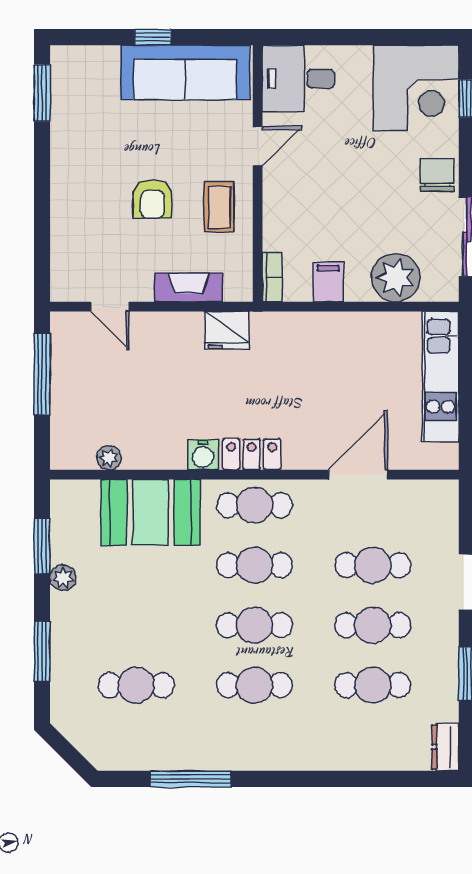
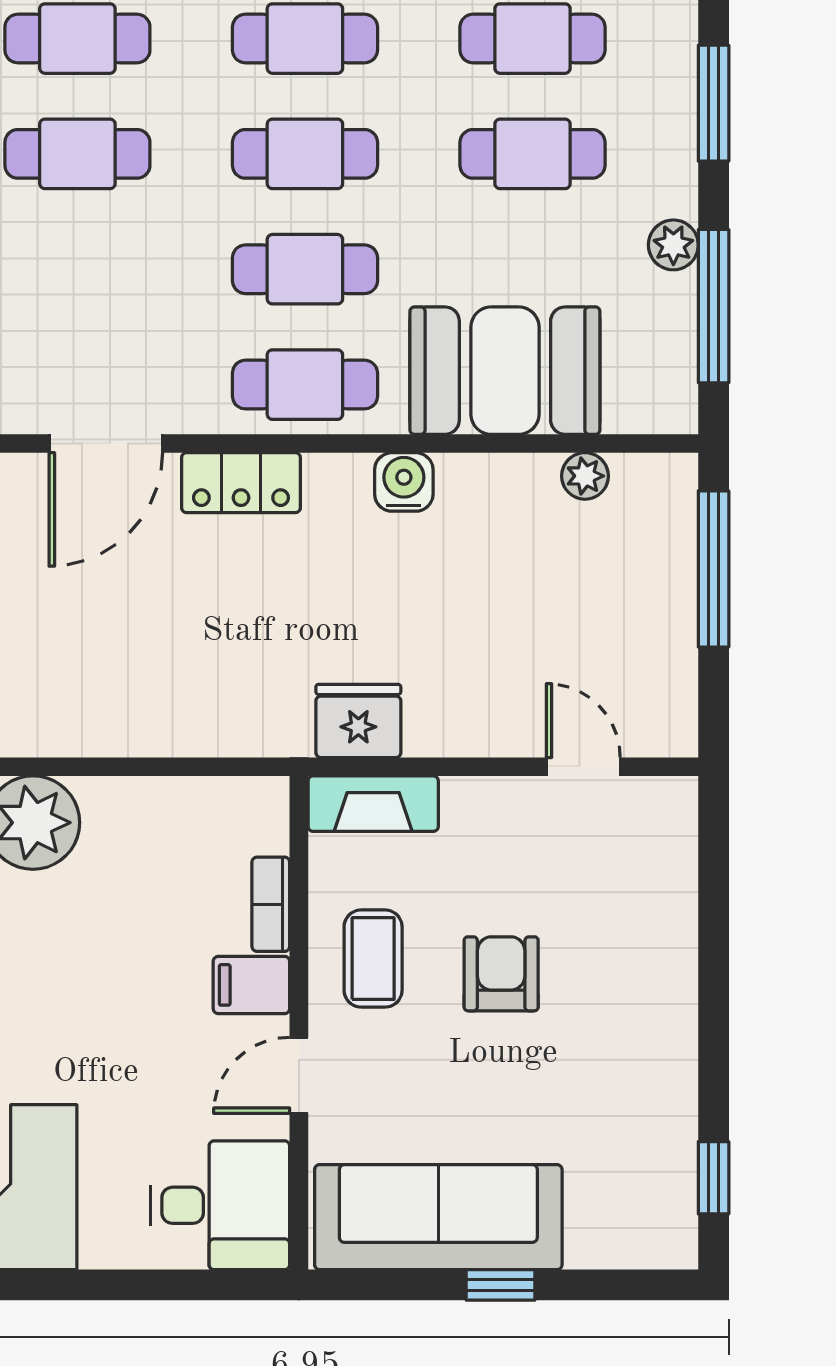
window: (42, 93) -> (714, 1178), width x0.67
bookcase: (272, 277) -> (271, 904), moved
filing cabinet: (328, 282) -> (251, 985), moved, turned 90
fireplace: (189, 287) -> (373, 804), moved
window: (42, 374) -> (714, 569), moved
locker: (252, 454) -> (241, 483), moved
window: (42, 546) -> (714, 306), width x1.44
cafe table: (373, 565) -> (532, 154), moved

